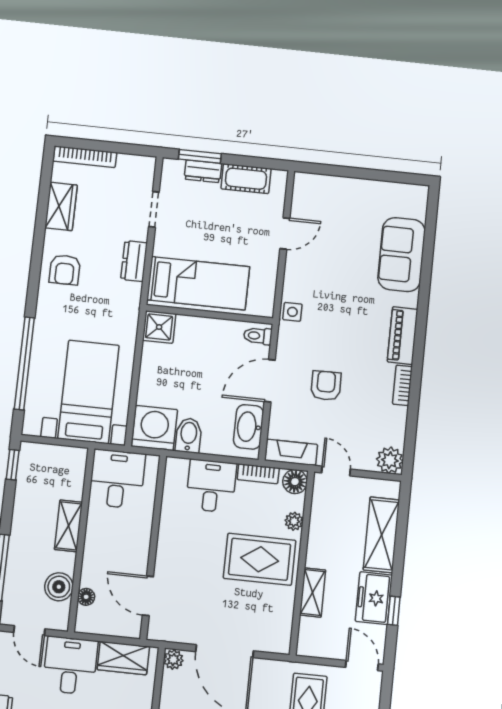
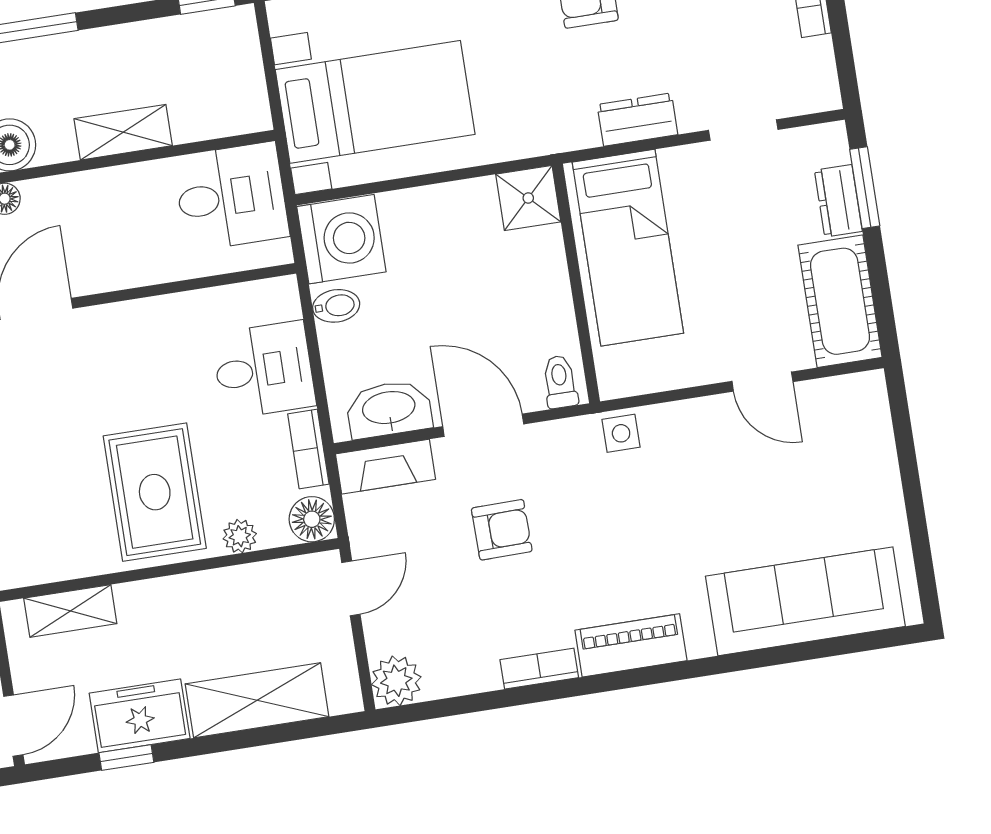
cot: (246, 179) -> (840, 301), width x1.37, depth x1.34
sofa: (402, 255) -> (805, 601), width x1.36
bidet: (189, 435) -> (336, 306), width x0.72, depth x0.74
fireplace: (291, 452) -> (385, 467), moved, turned 90
shelving: (313, 592) -> (70, 611), moved

